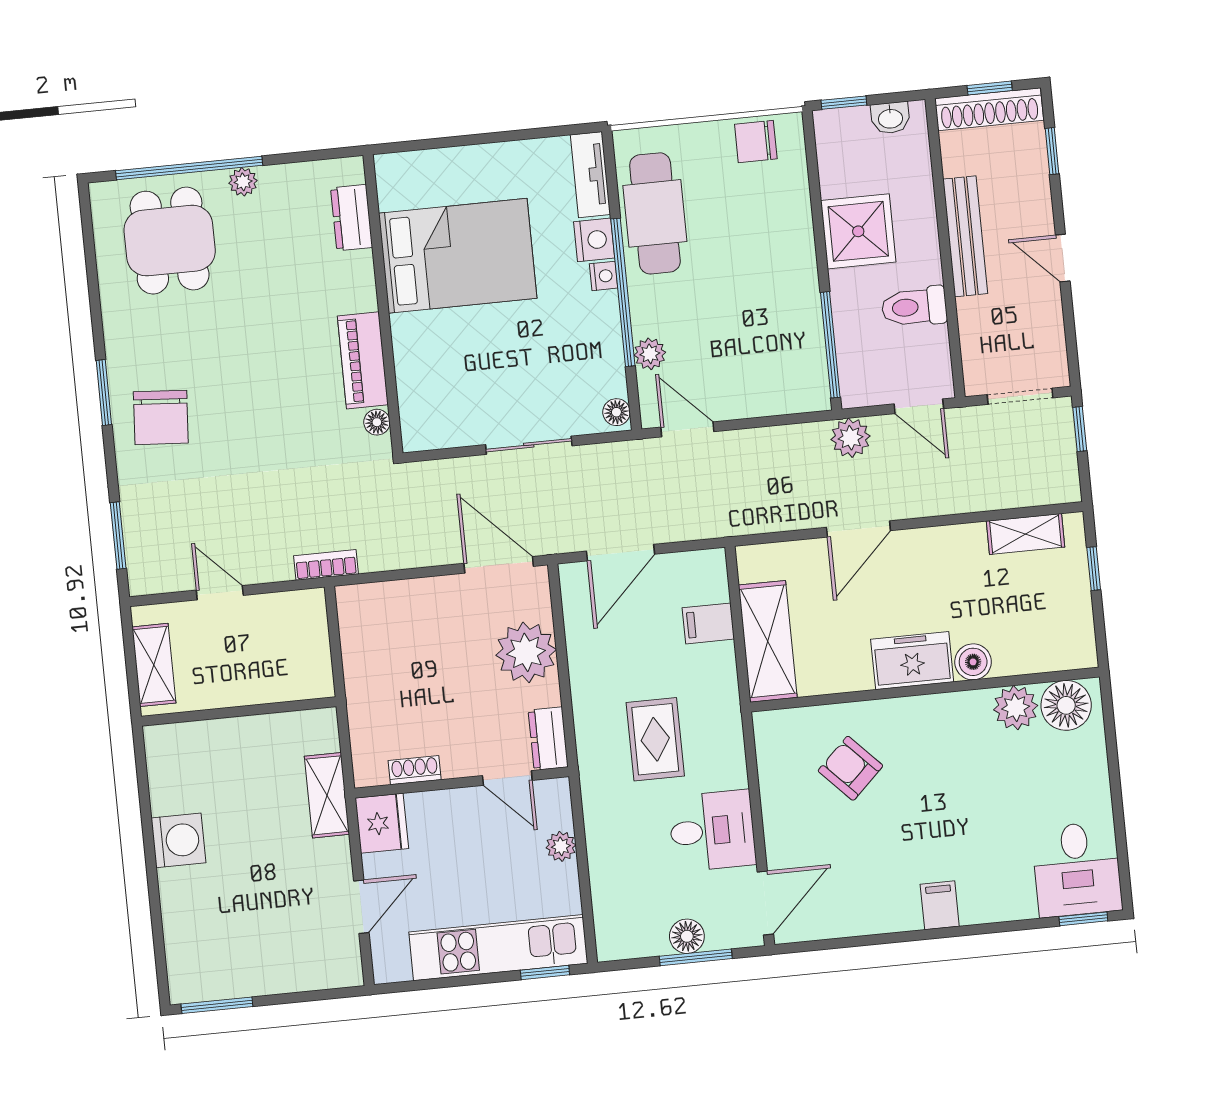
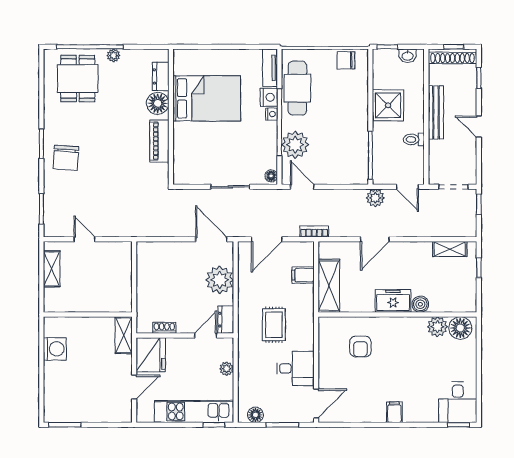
toilet: (914, 307) -> (414, 139), width x0.73, depth x0.72
plant: (650, 354) -> (295, 145), width x1.87, depth x1.87
floor lamp: (377, 422) -> (158, 103), moved, width x1.89, depth x1.89
bookcase: (326, 565) -> (314, 232), moved
wall: (239, 711) -> (88, 315), moved
armchair: (850, 768) -> (360, 347), turned -136
door: (507, 778) -> (206, 336), swing flipped
fridge: (382, 823) -> (151, 355), width x1.36, depth x1.34
floor lamp: (687, 936) -> (255, 415), moved

